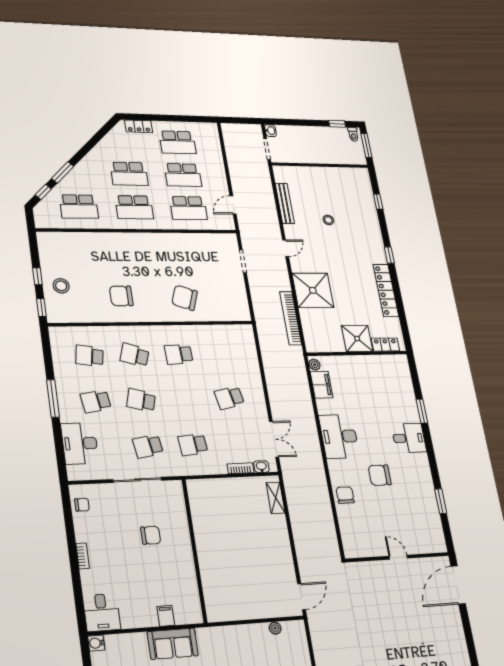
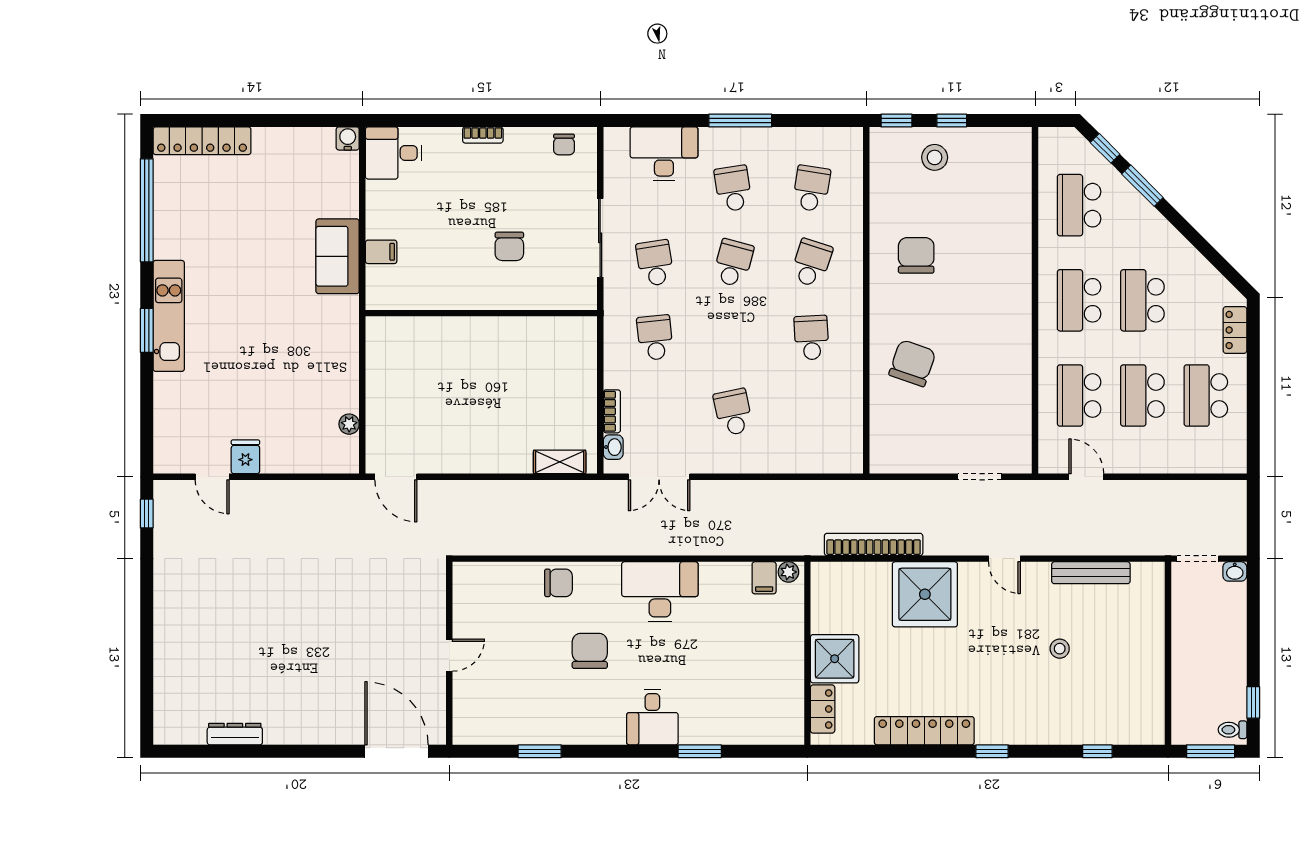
filing cabinet: (322, 385) -> (764, 578), width x0.50

